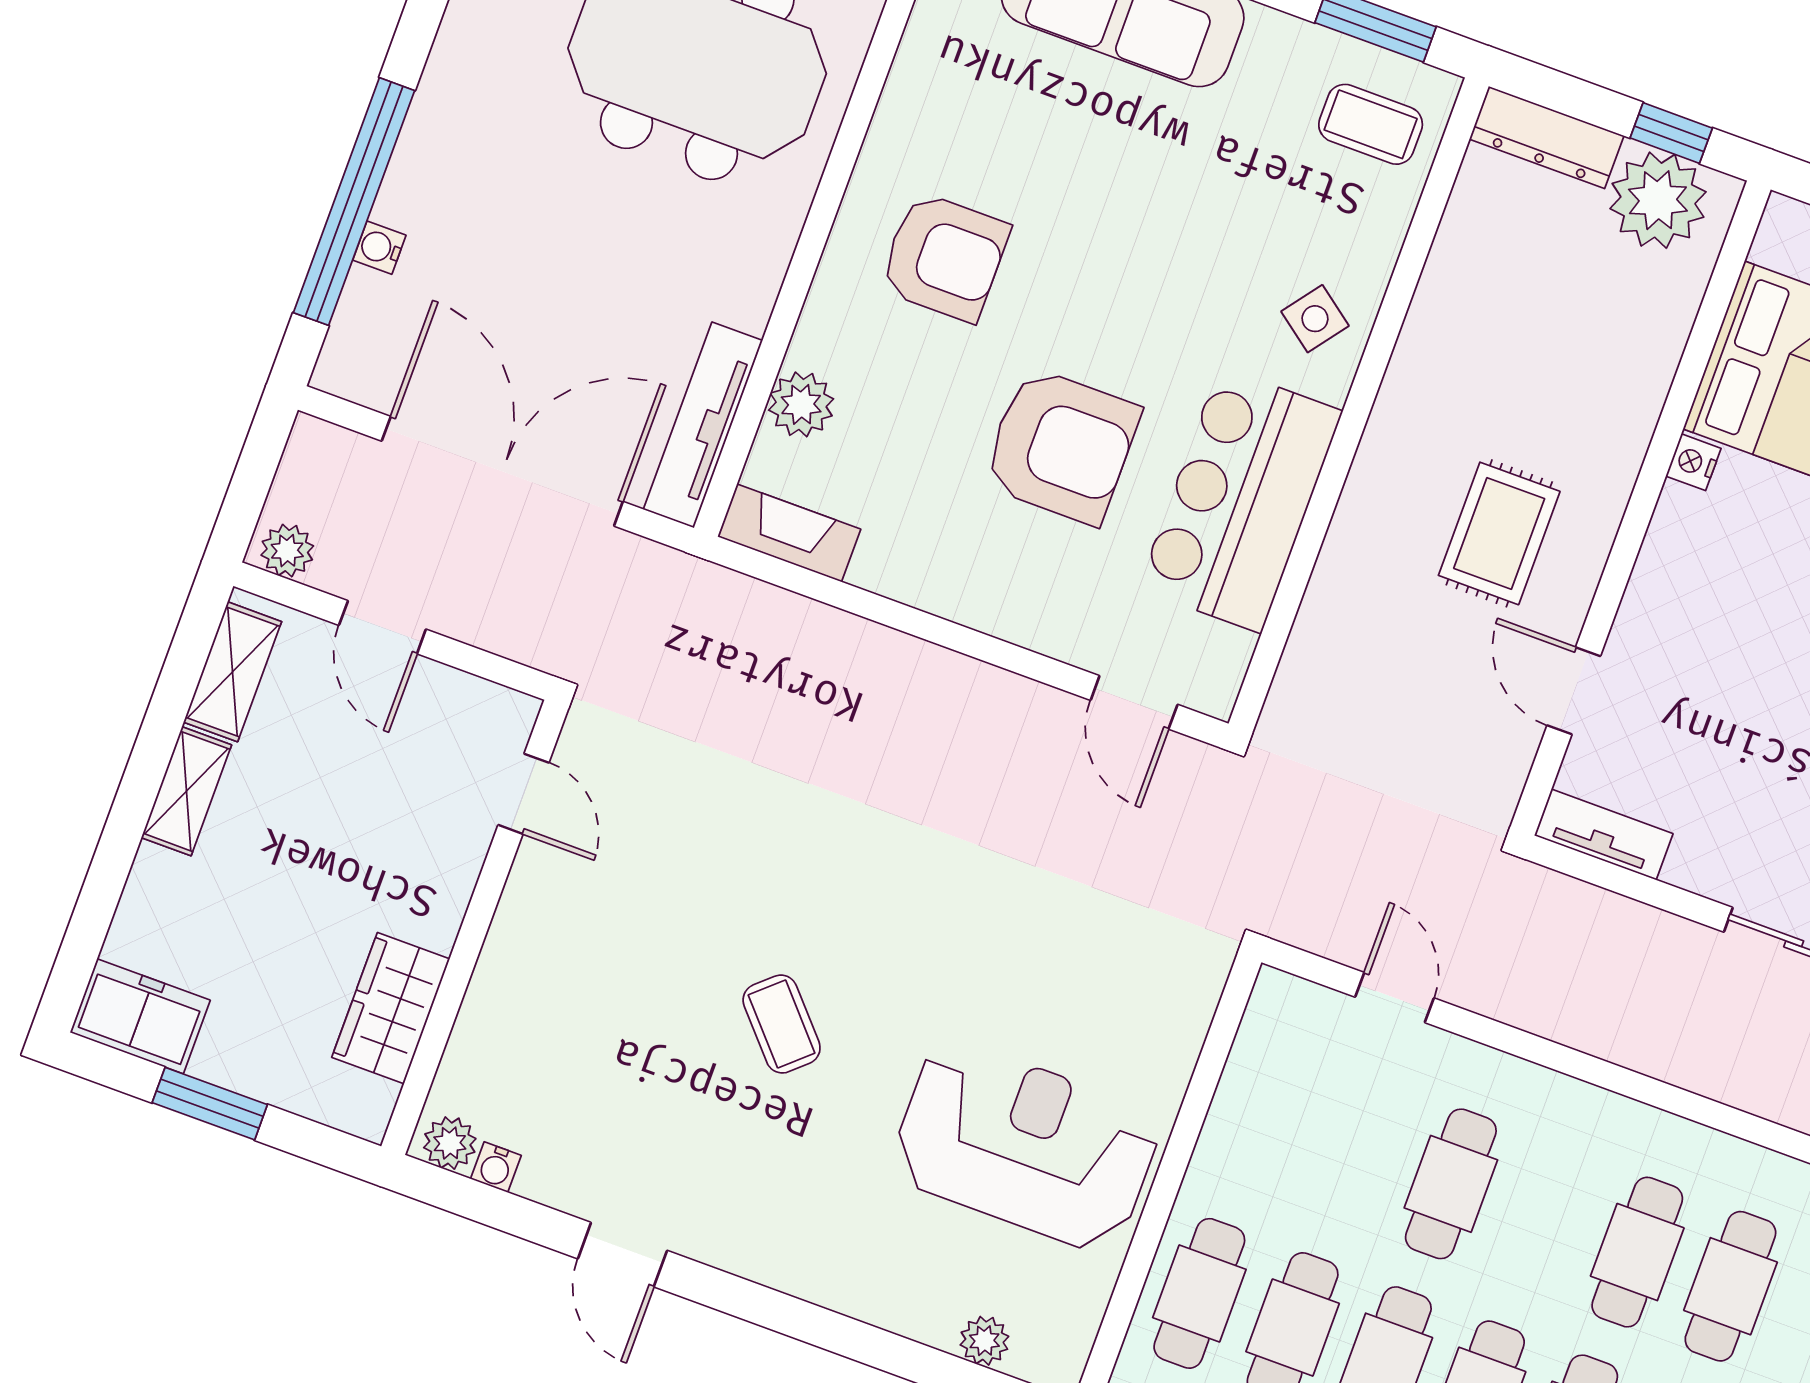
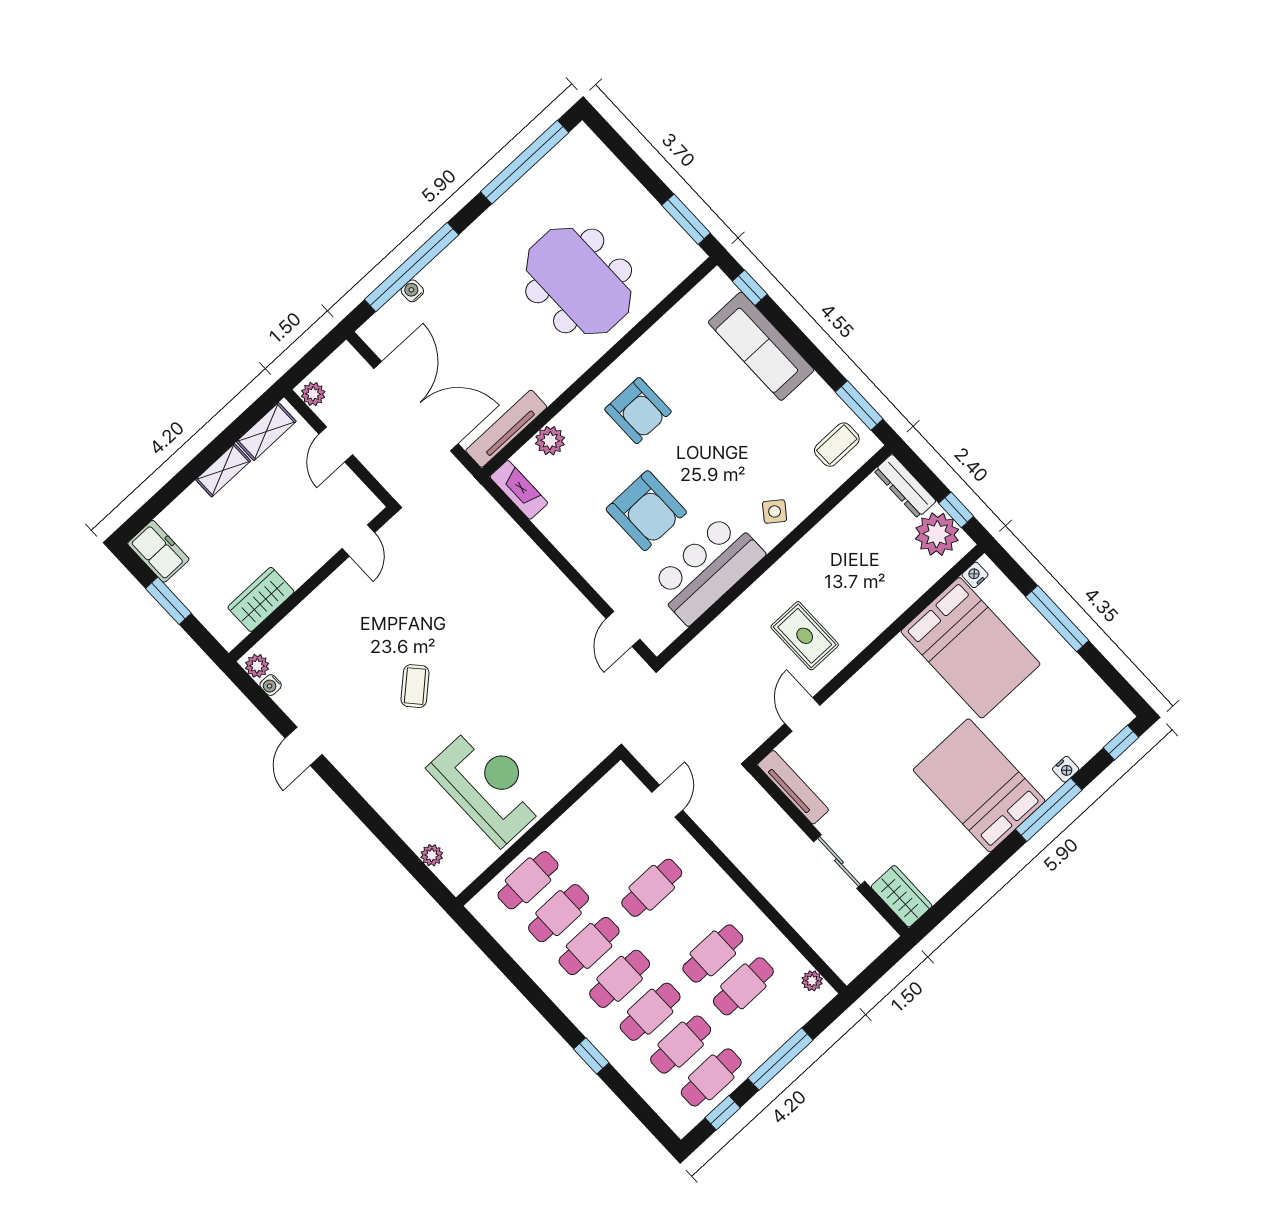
coffee table: (1371, 124) -> (837, 445), turned 90
nightstand: (1693, 462) -> (975, 575), moved
rug: (1499, 533) -> (805, 636), turned 90
tv unit: (1604, 835) -> (793, 787), width x1.41

